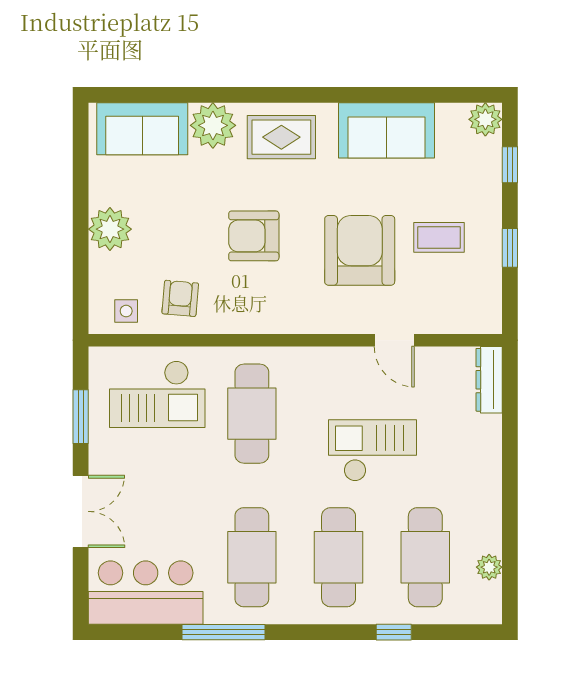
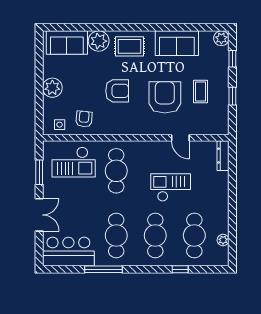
armchair: (254, 236) -> (117, 91), turned 180
coffee table: (439, 237) -> (201, 91), turned 90

